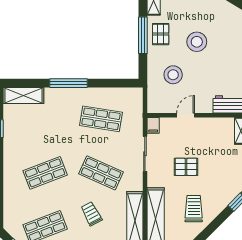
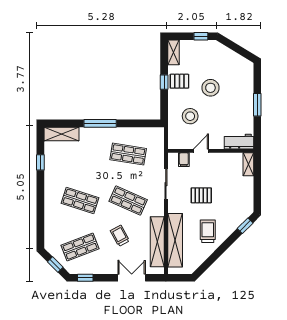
pallet: (161, 34) -> (179, 81), turned 90
window: (143, 35) -> (164, 82), width x0.46
filing cabinet: (153, 125) -> (184, 160), moved
shop shelf: (45, 173) -> (80, 201), turned 39

